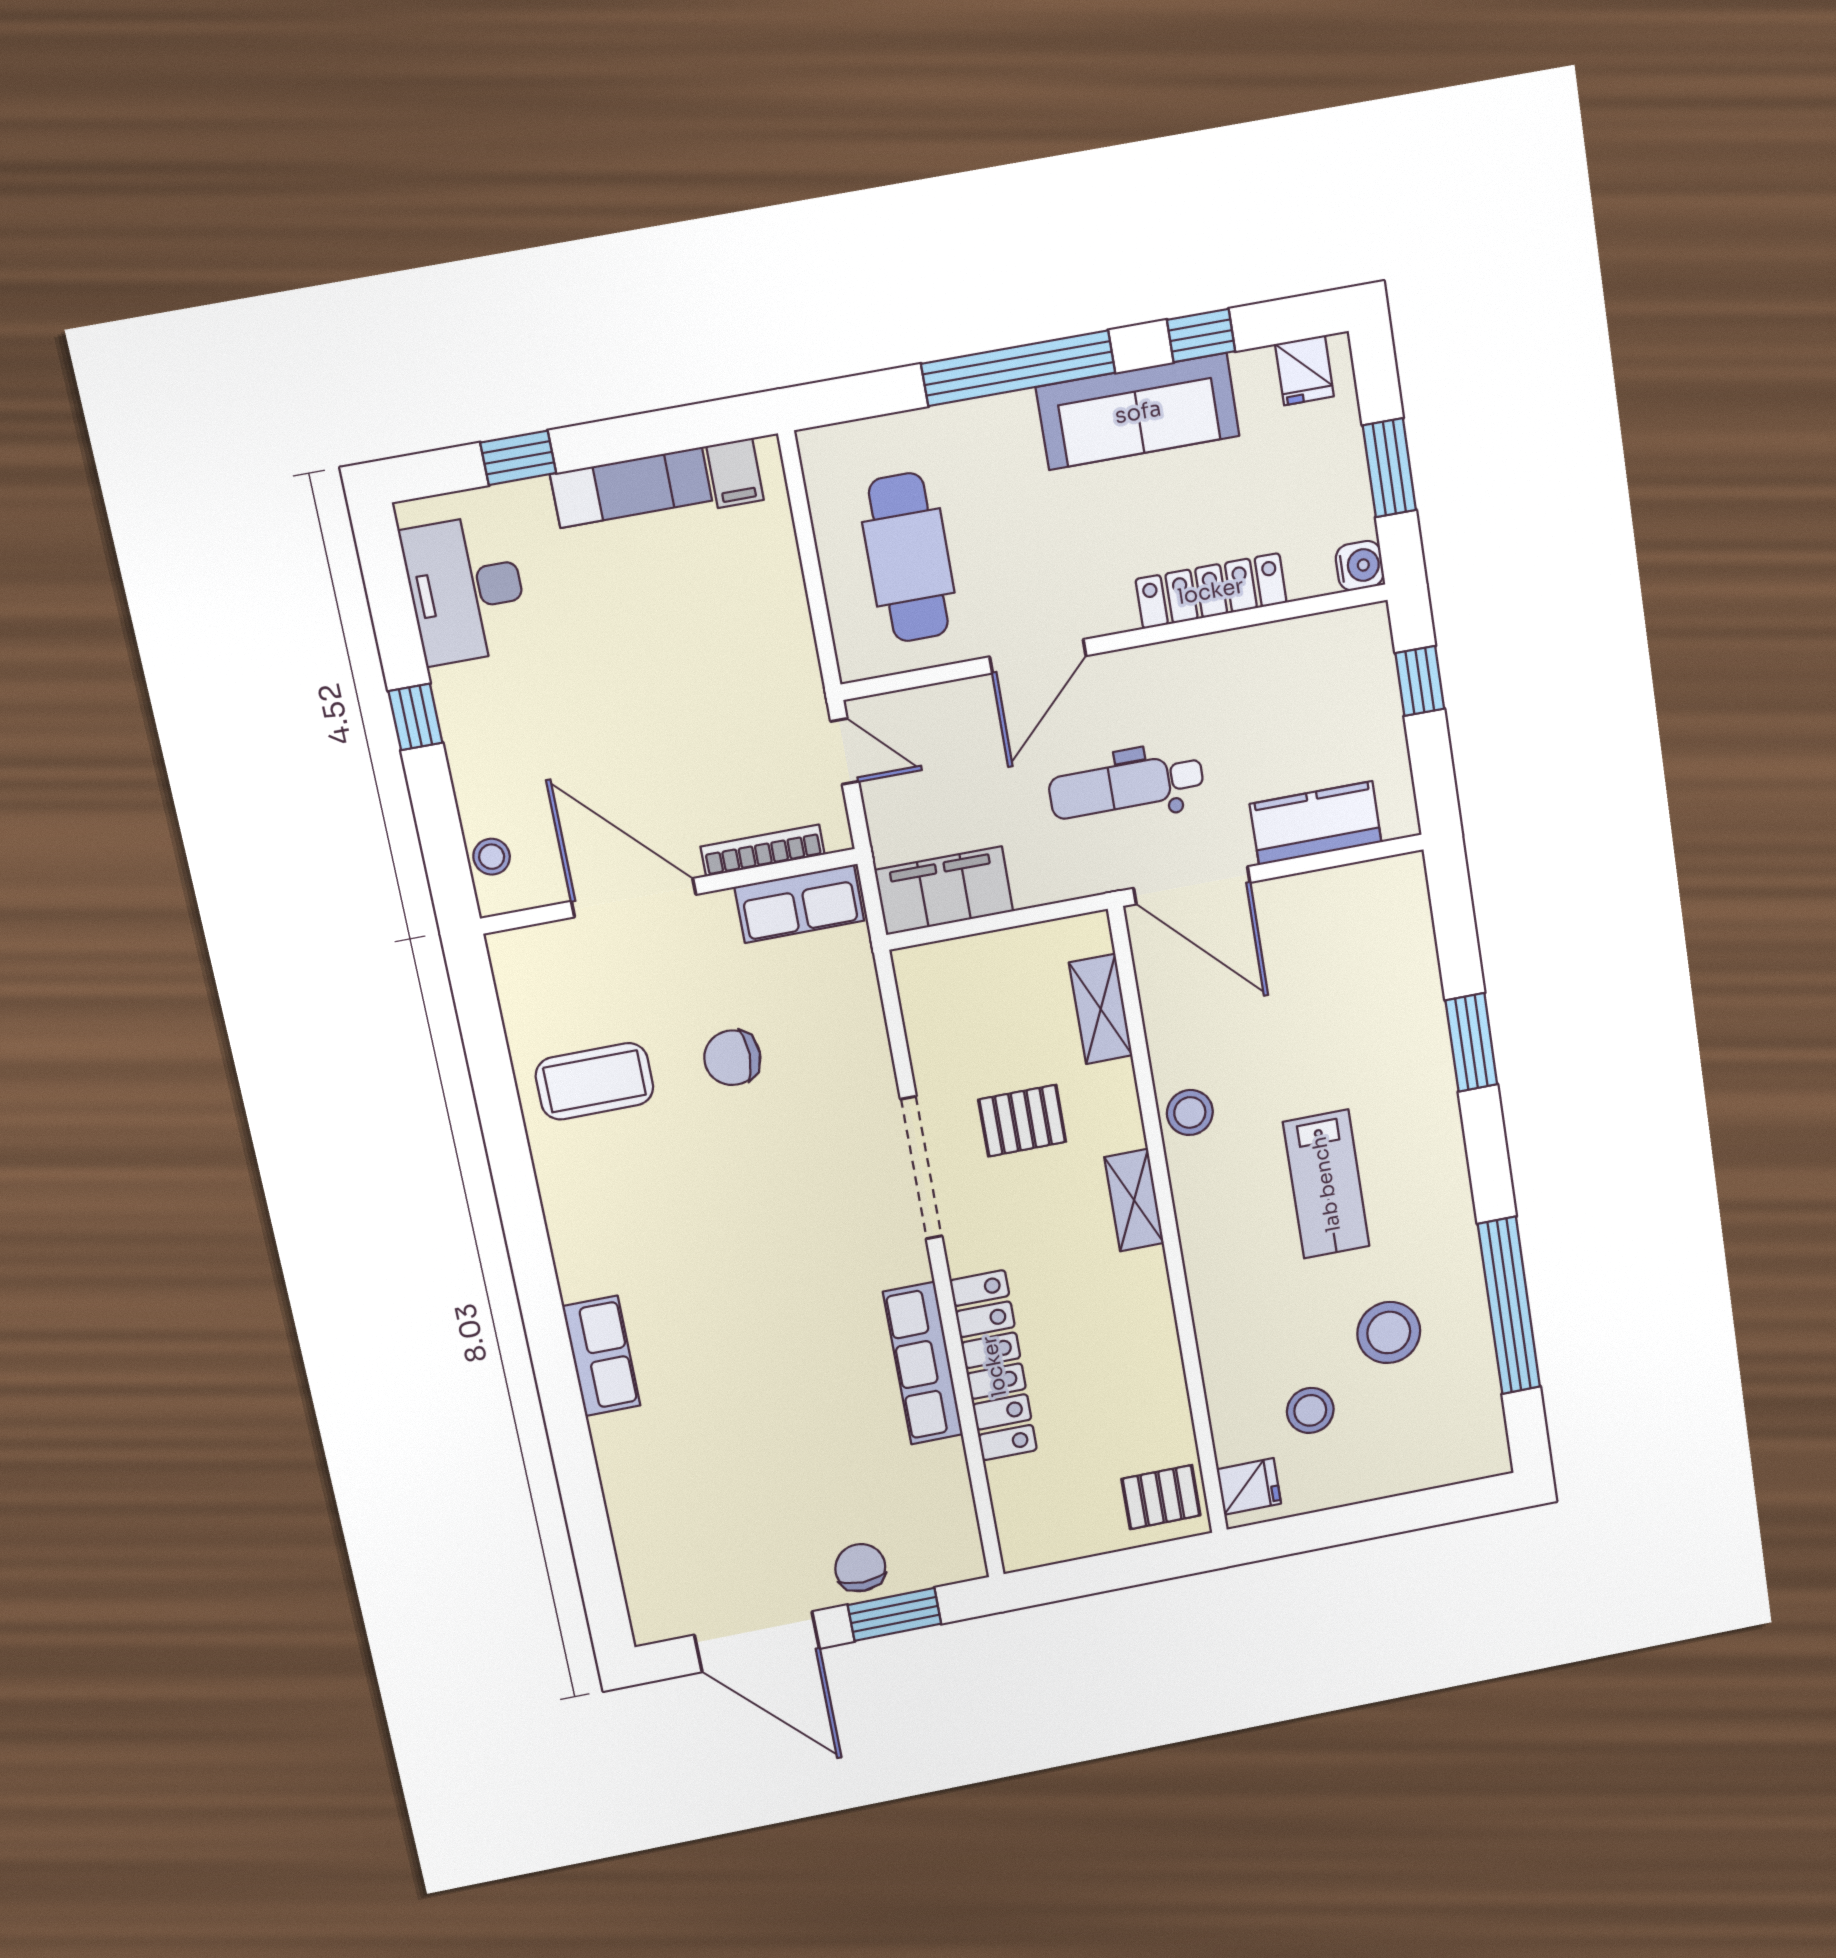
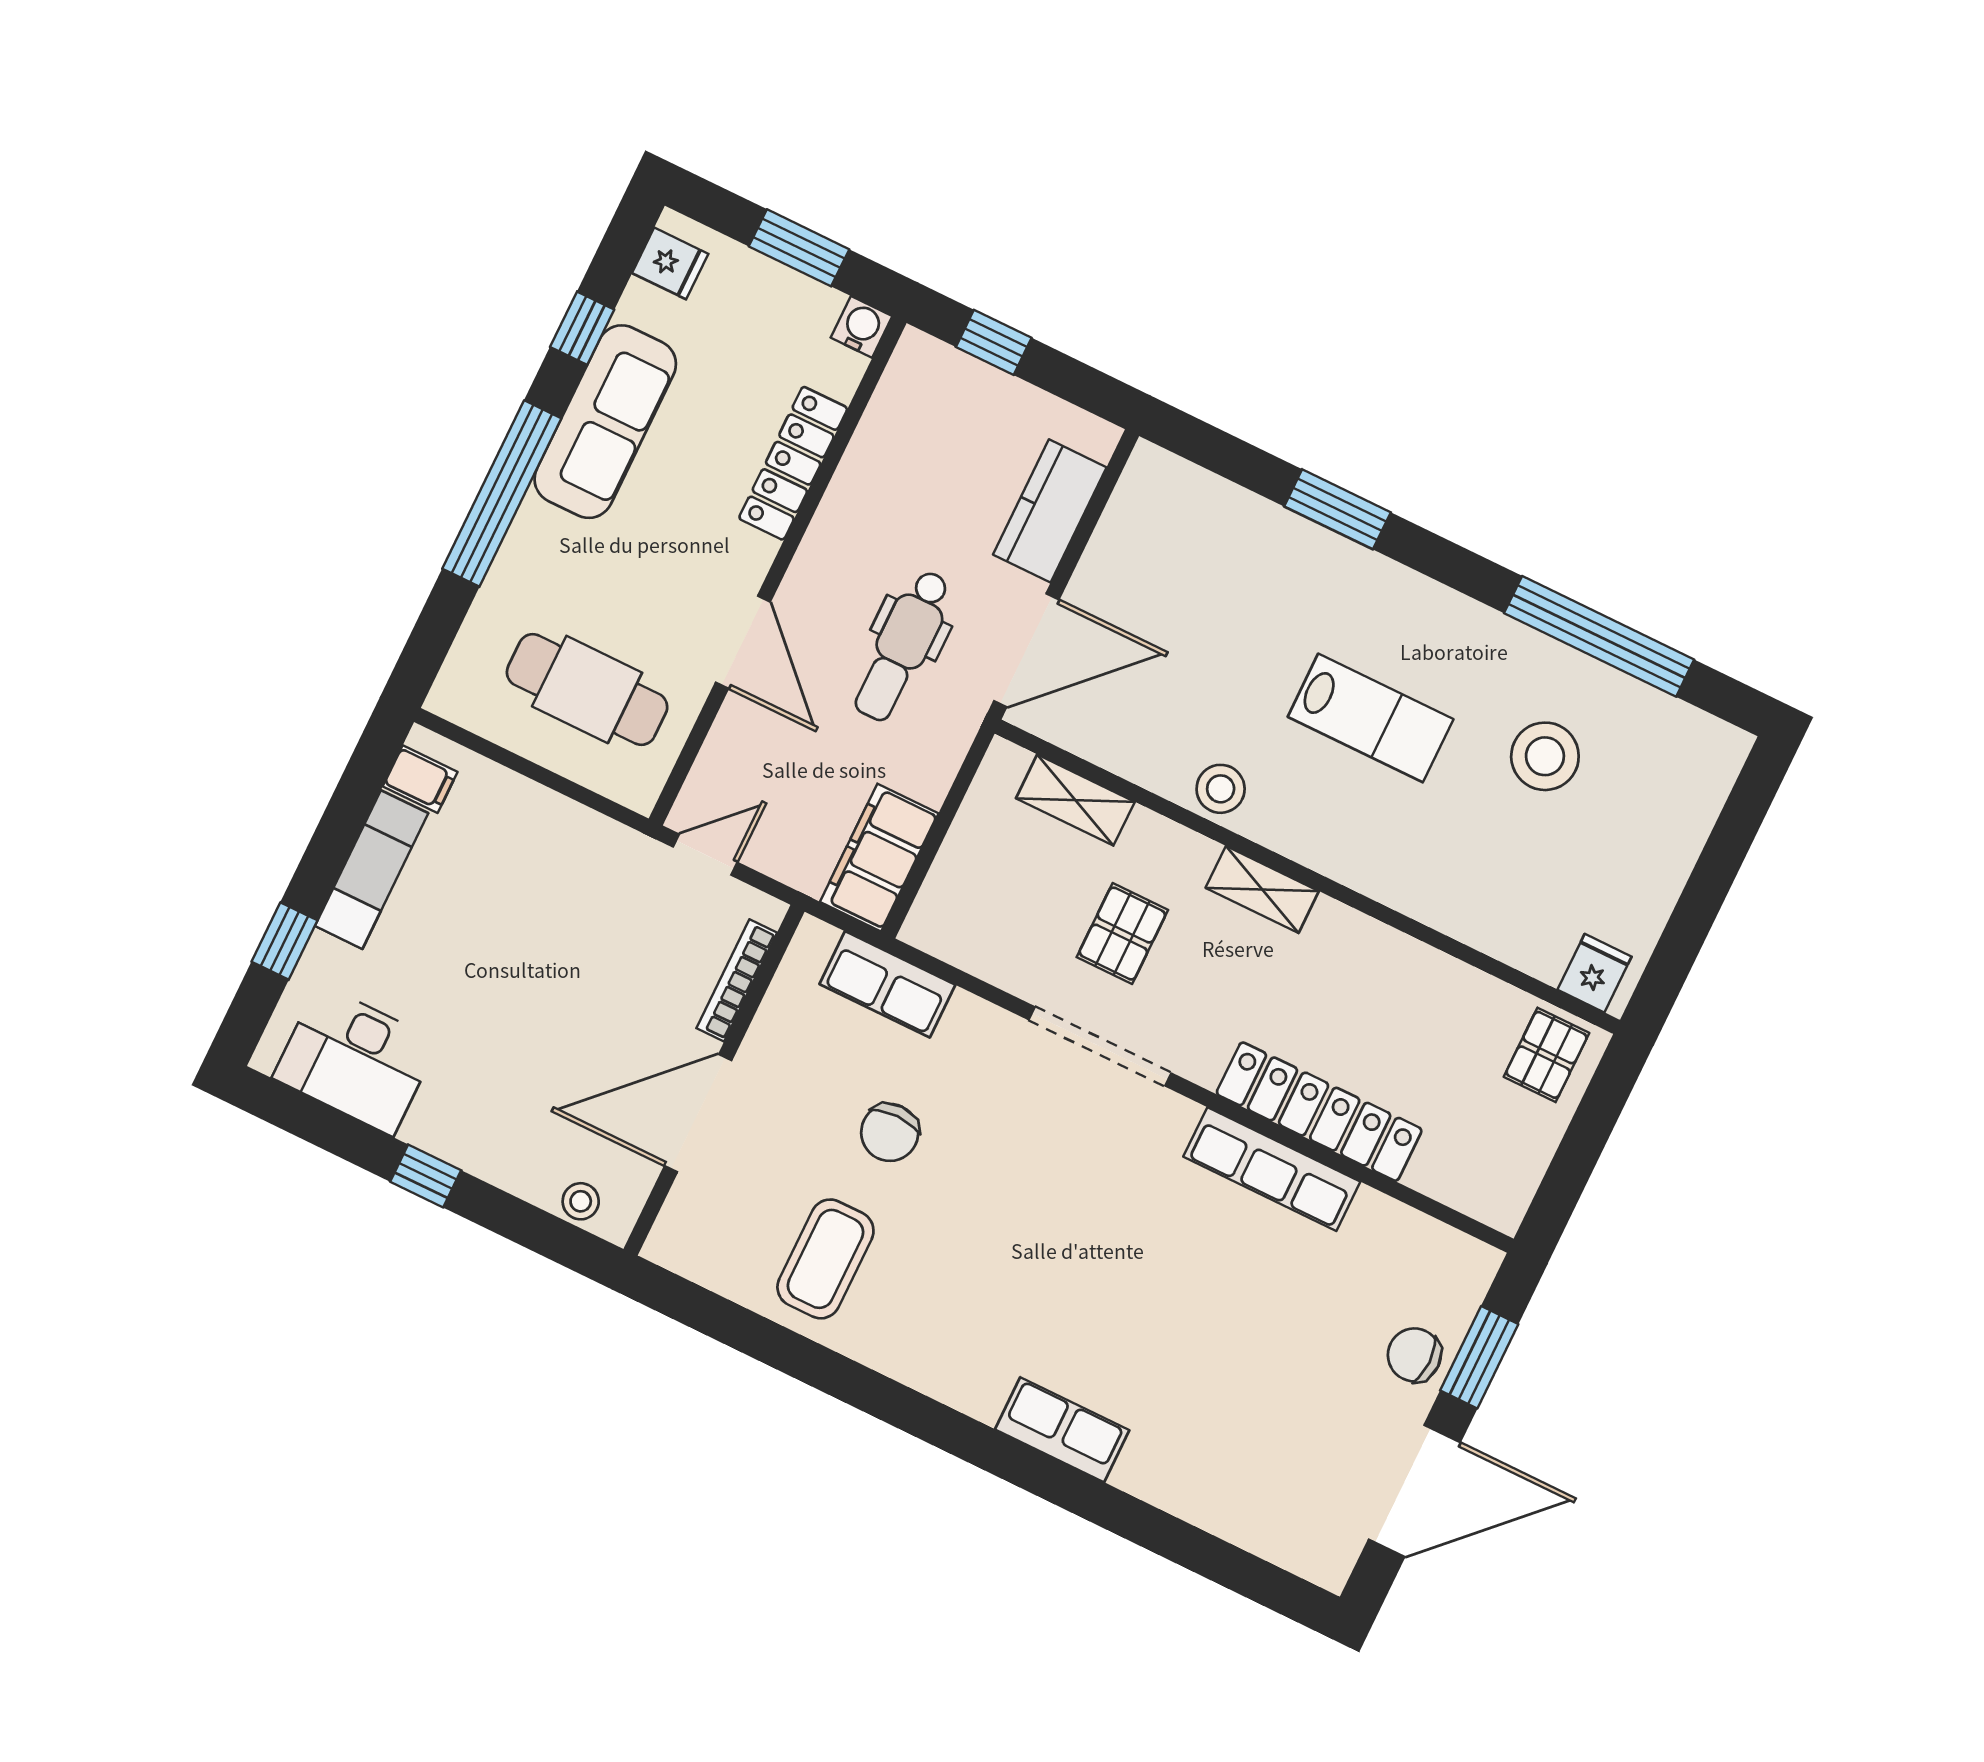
row of seats: (799, 904) -> (887, 984), moved, turned 90
stool: (1310, 1410) -> (1565, 872), removed

